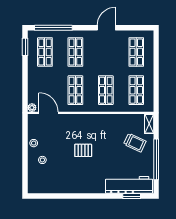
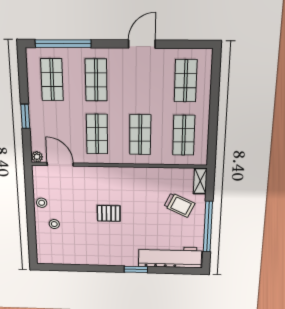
window: (25, 47) -> (25, 116), moved
window: (132, 196) -> (136, 269), moved

